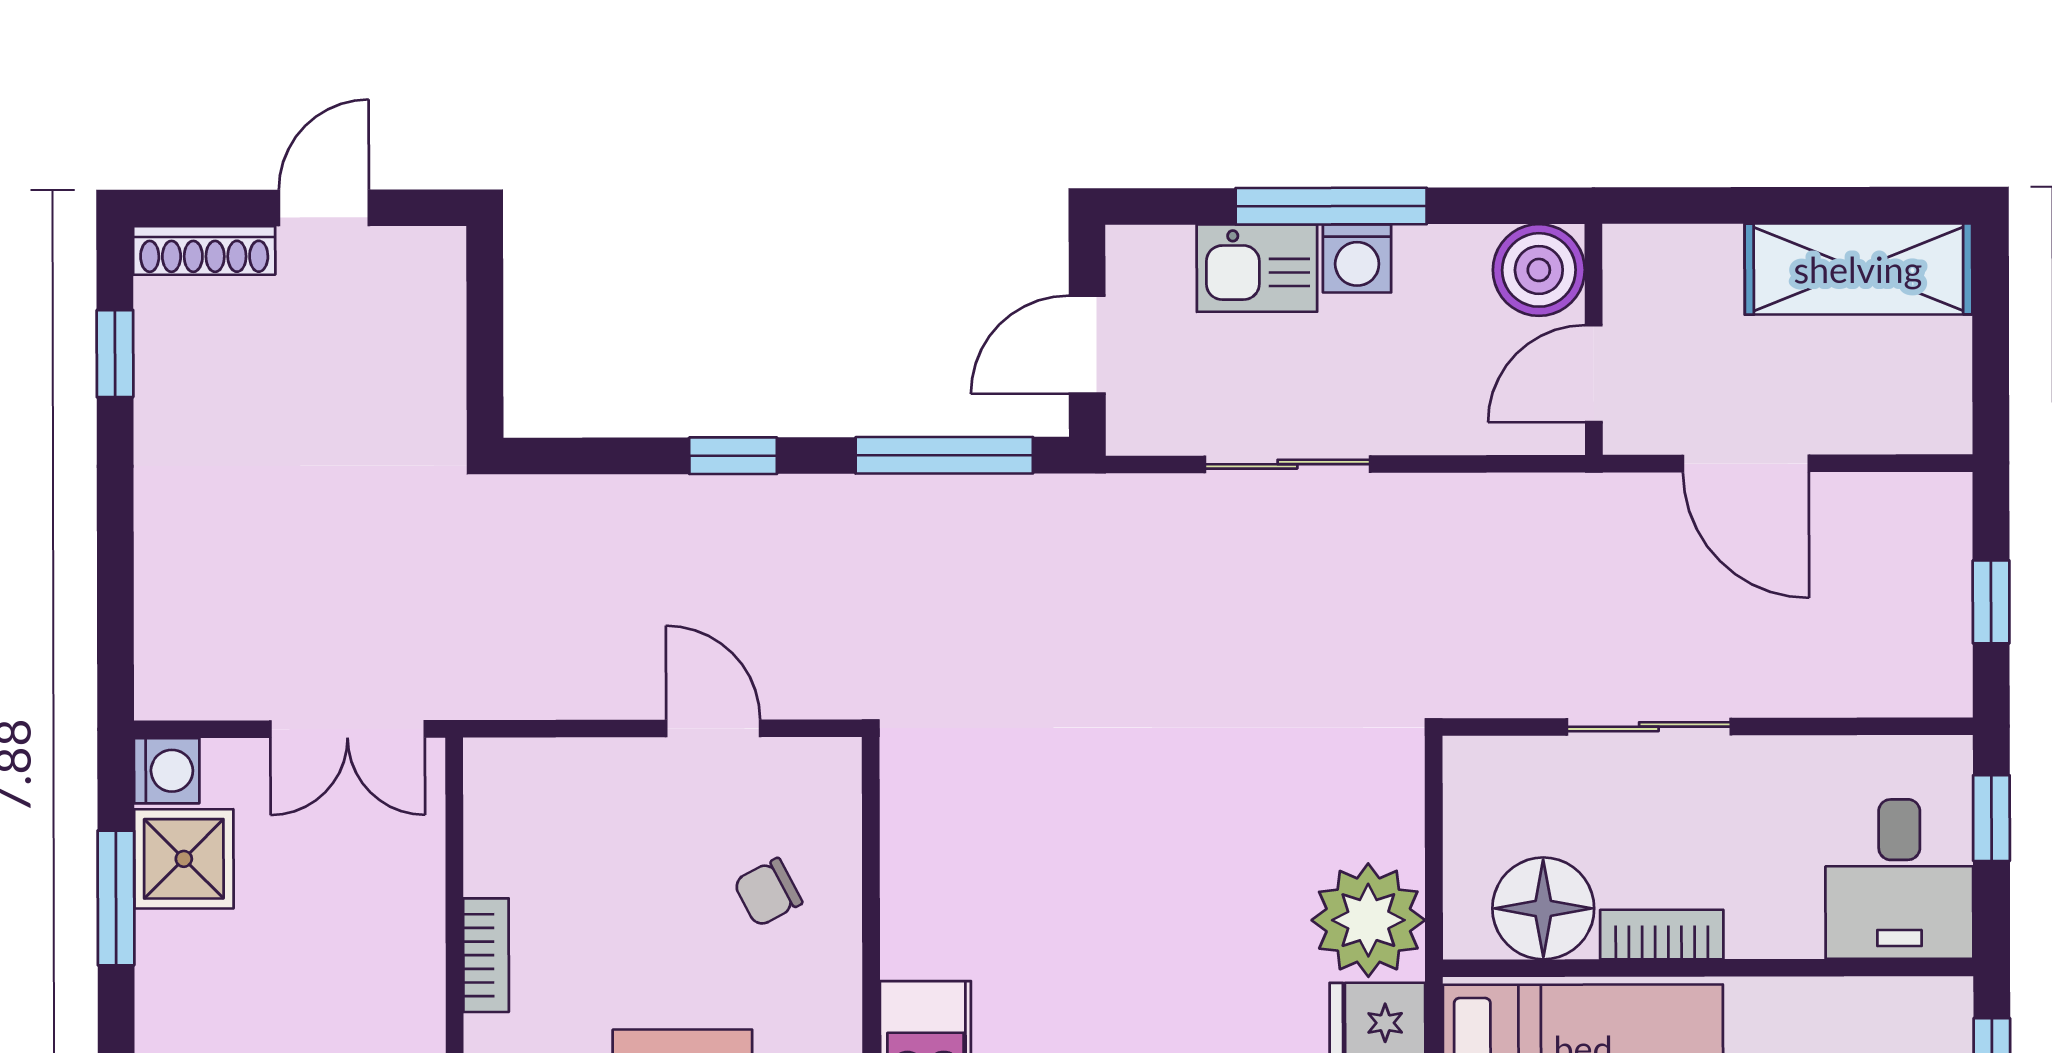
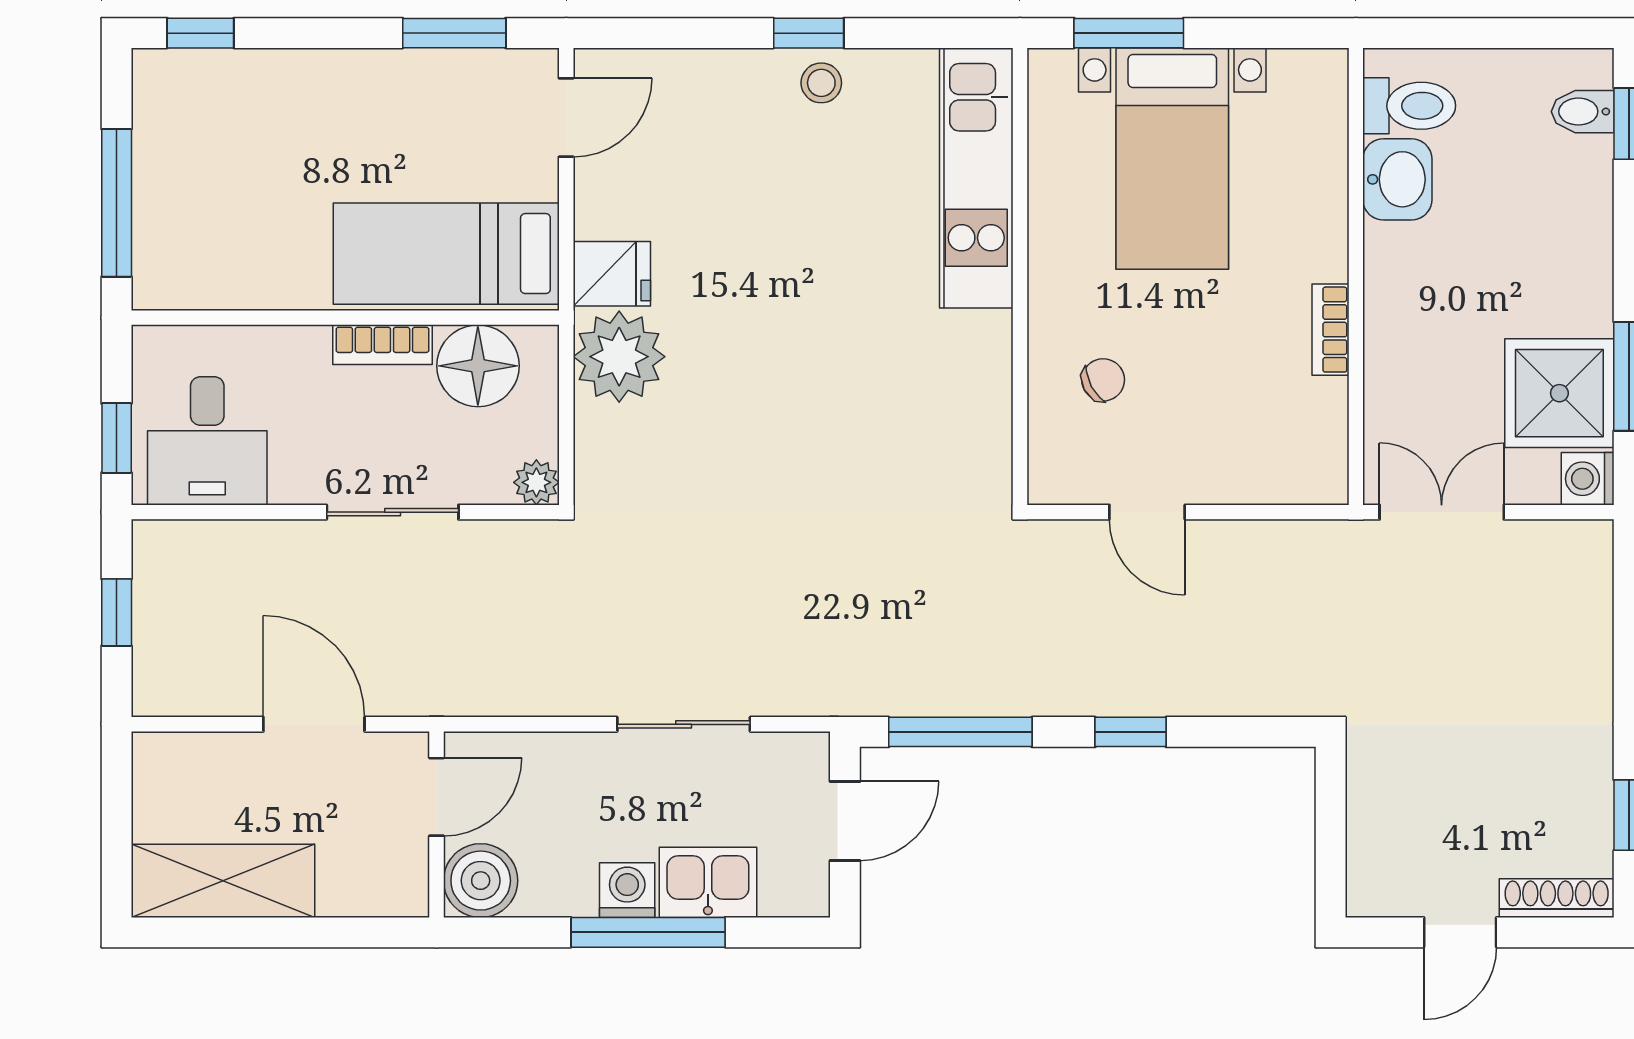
plant: (1471, 764) -> (536, 482), added
shower: (184, 859) -> (1559, 393), width x1.36, depth x1.36
desk: (1899, 879) -> (207, 441), moved, turned 180

